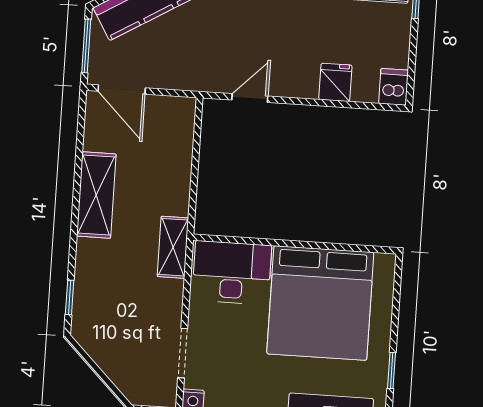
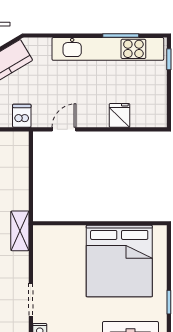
dishwasher: (394, 87) -> (22, 116), moved
desk: (232, 273) -> (60, 245), removed

